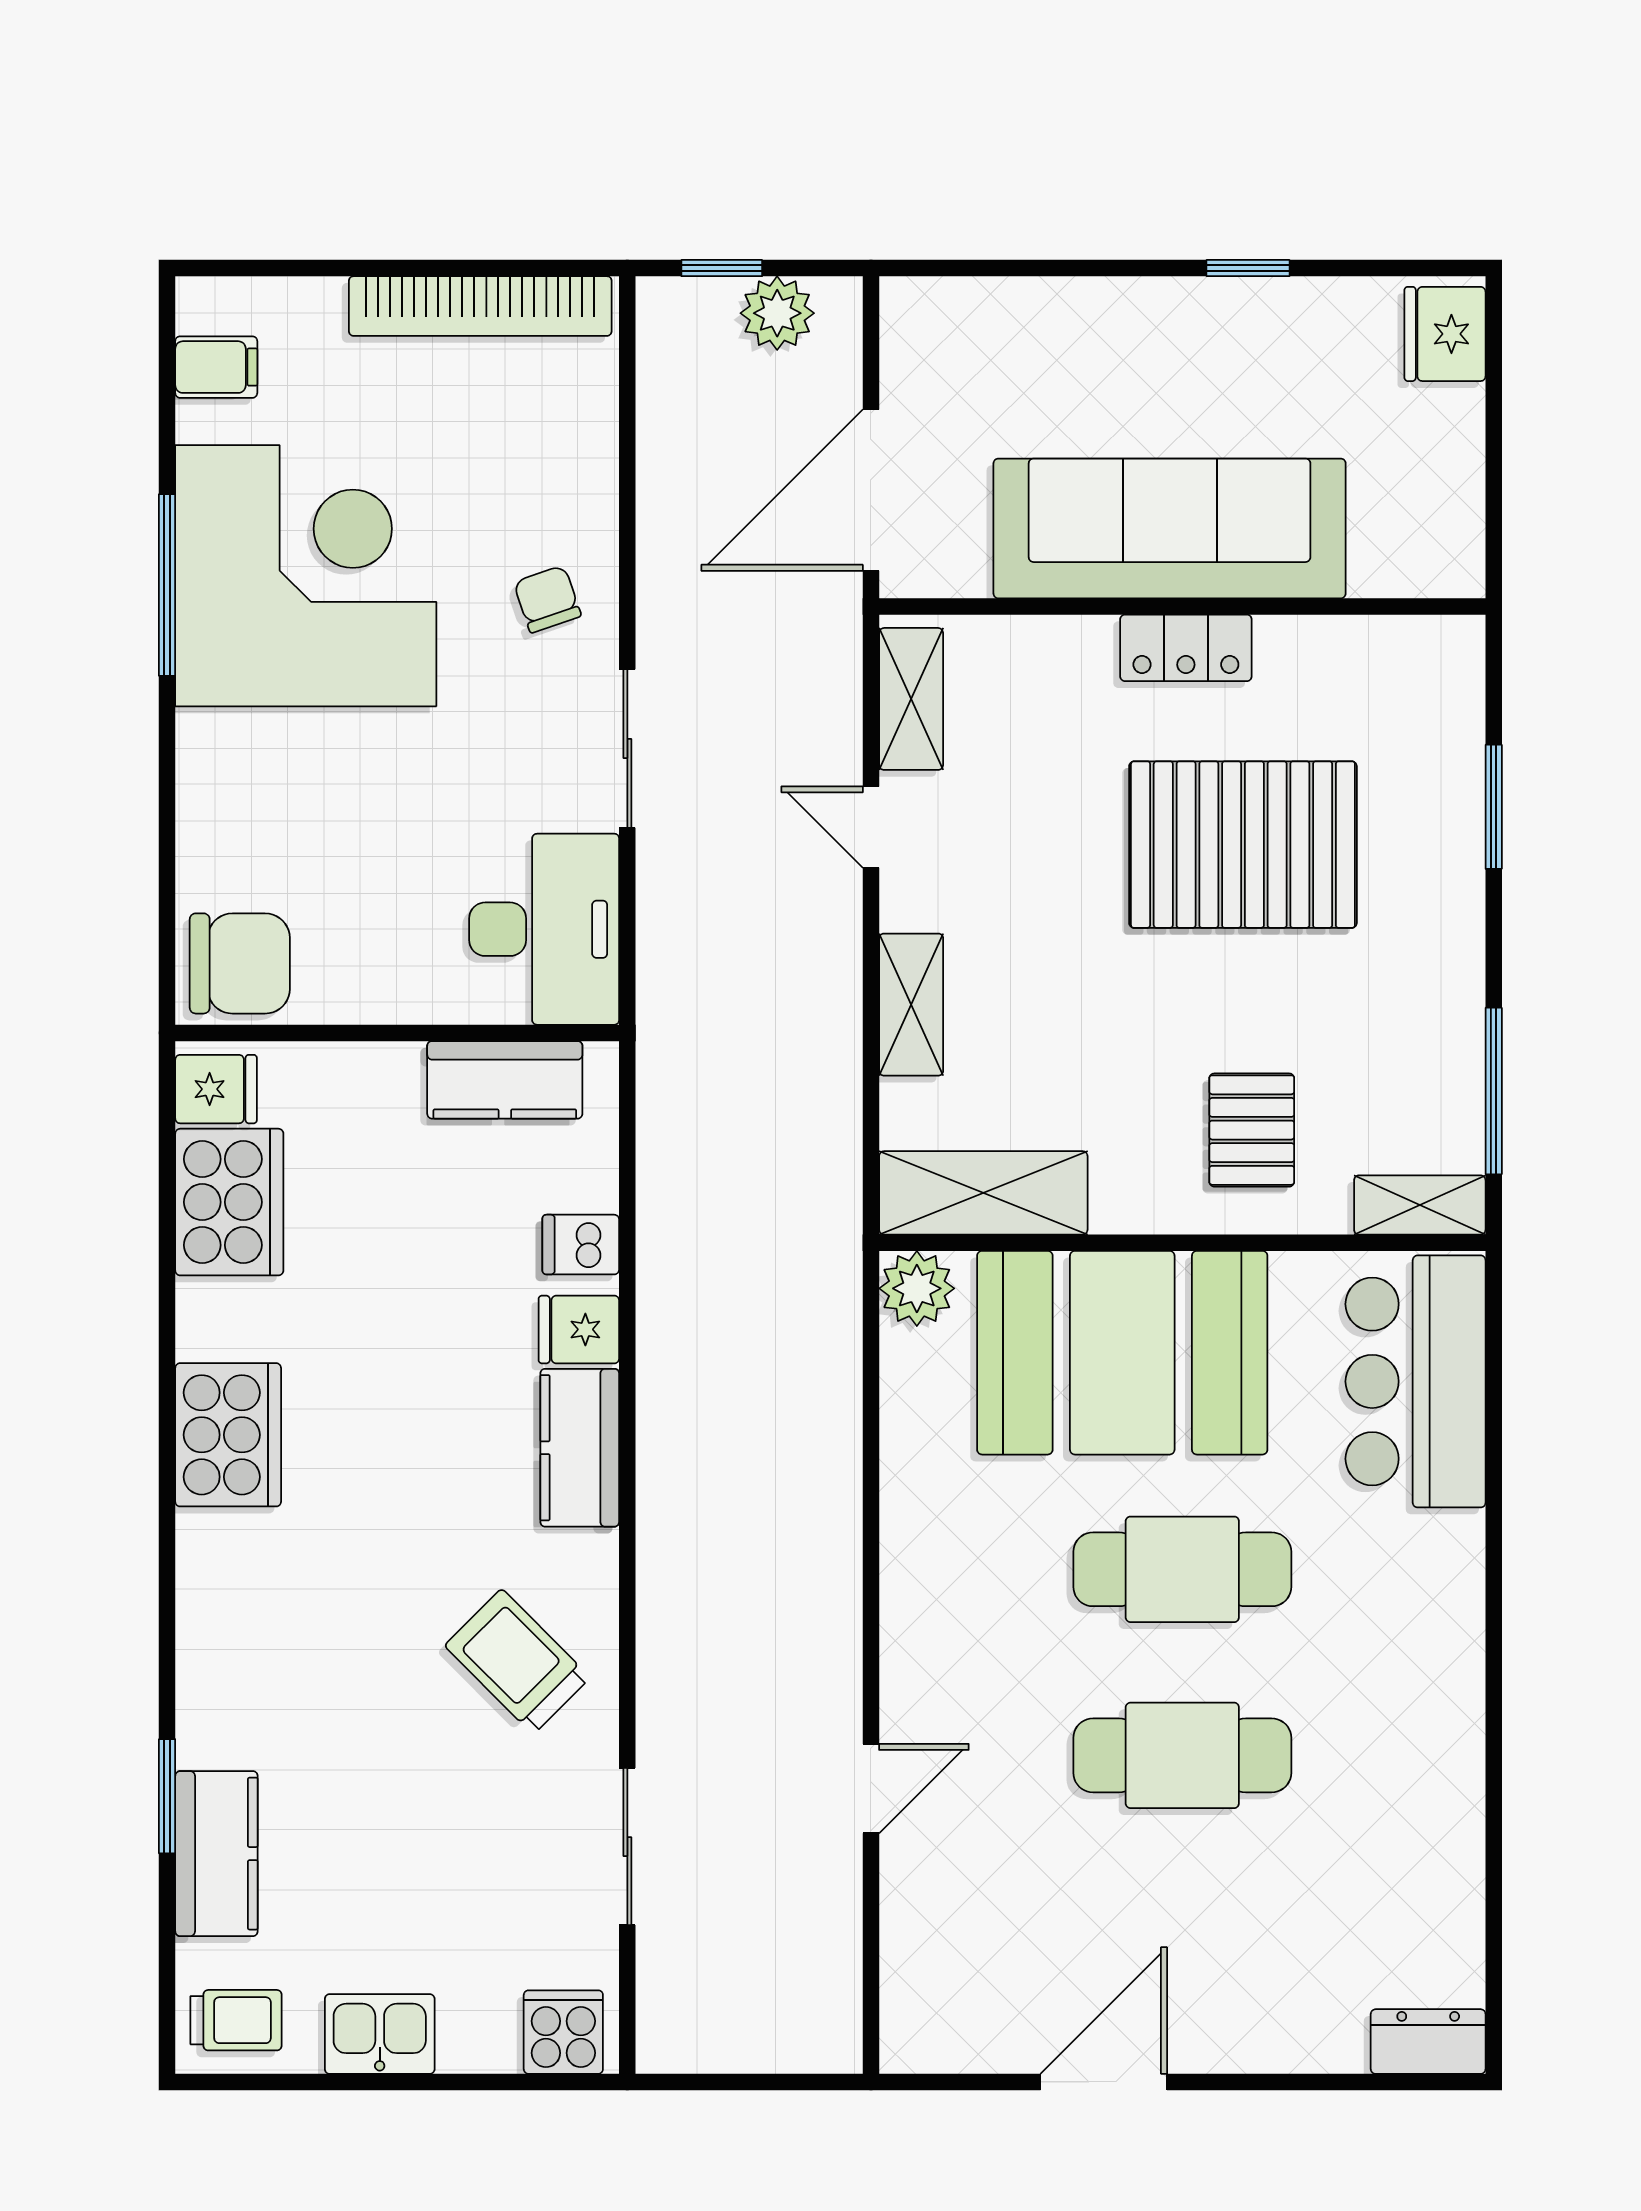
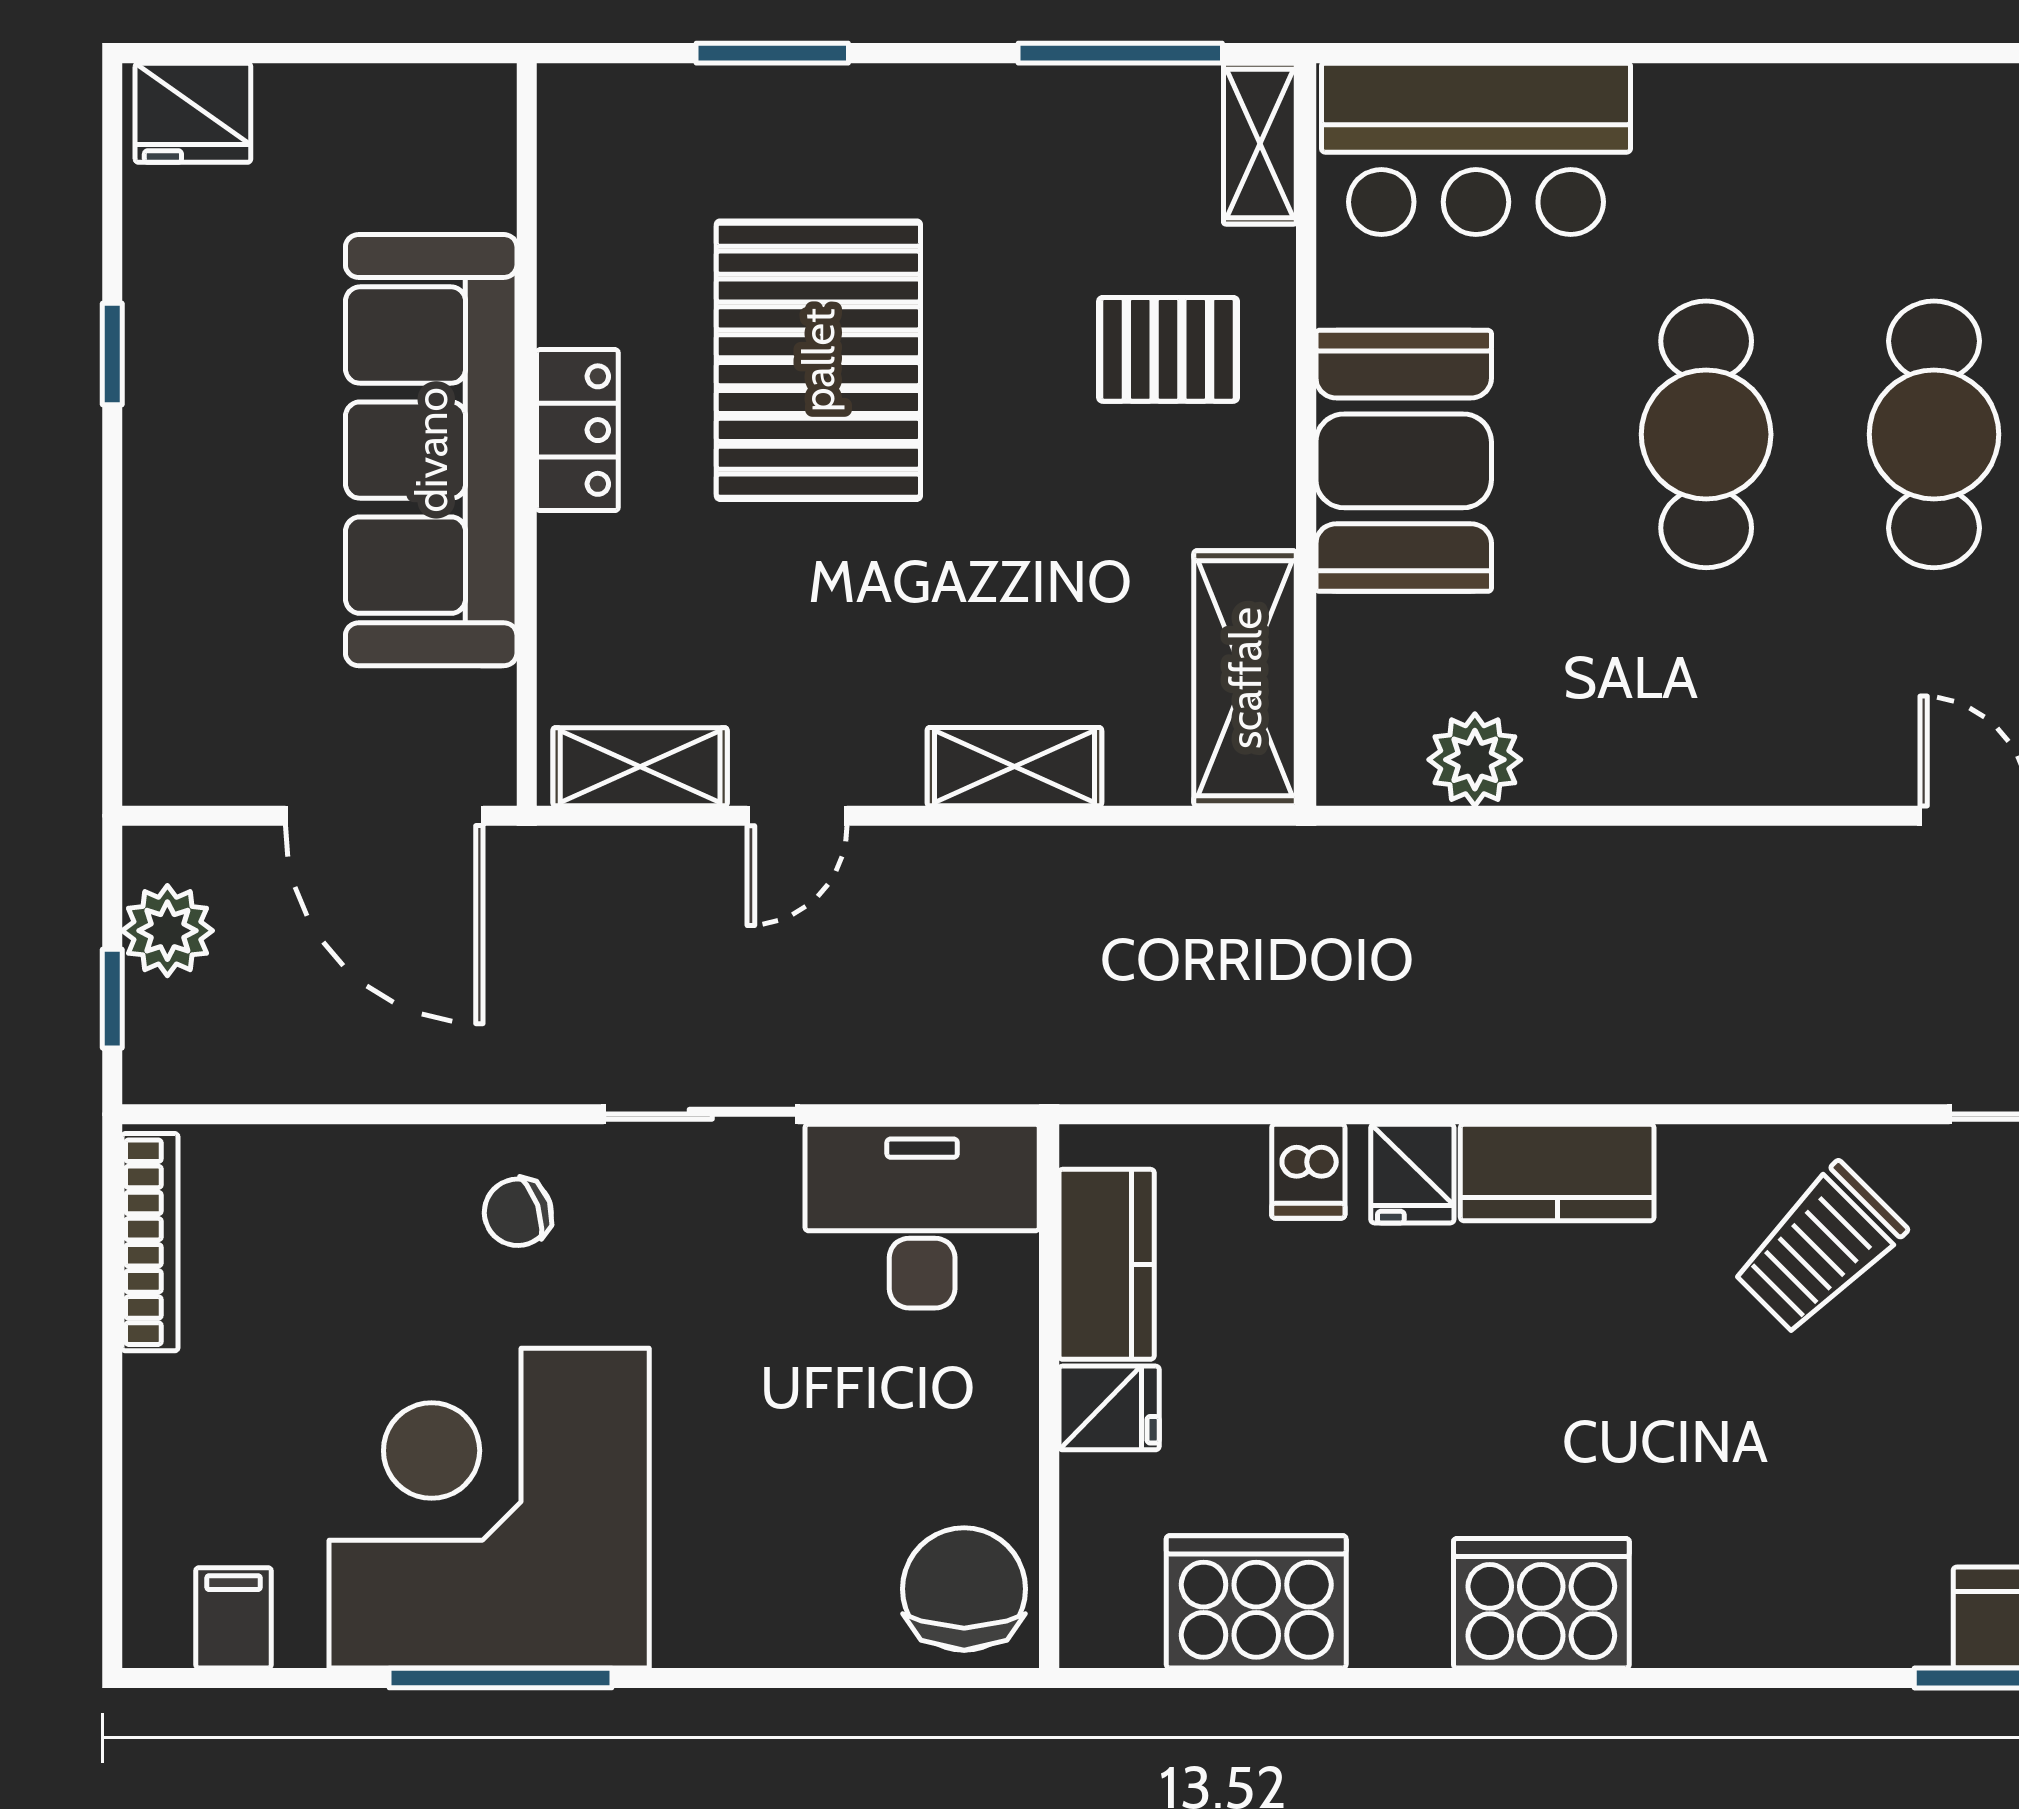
bookcase: (480, 306) -> (150, 1242), width x0.68, depth x0.76
fridge: (216, 1089) -> (1109, 1408), moved, turned 90
plant: (917, 1288) -> (1475, 760), moved
booth: (1122, 1353) -> (1404, 461), width x0.73, depth x0.70

